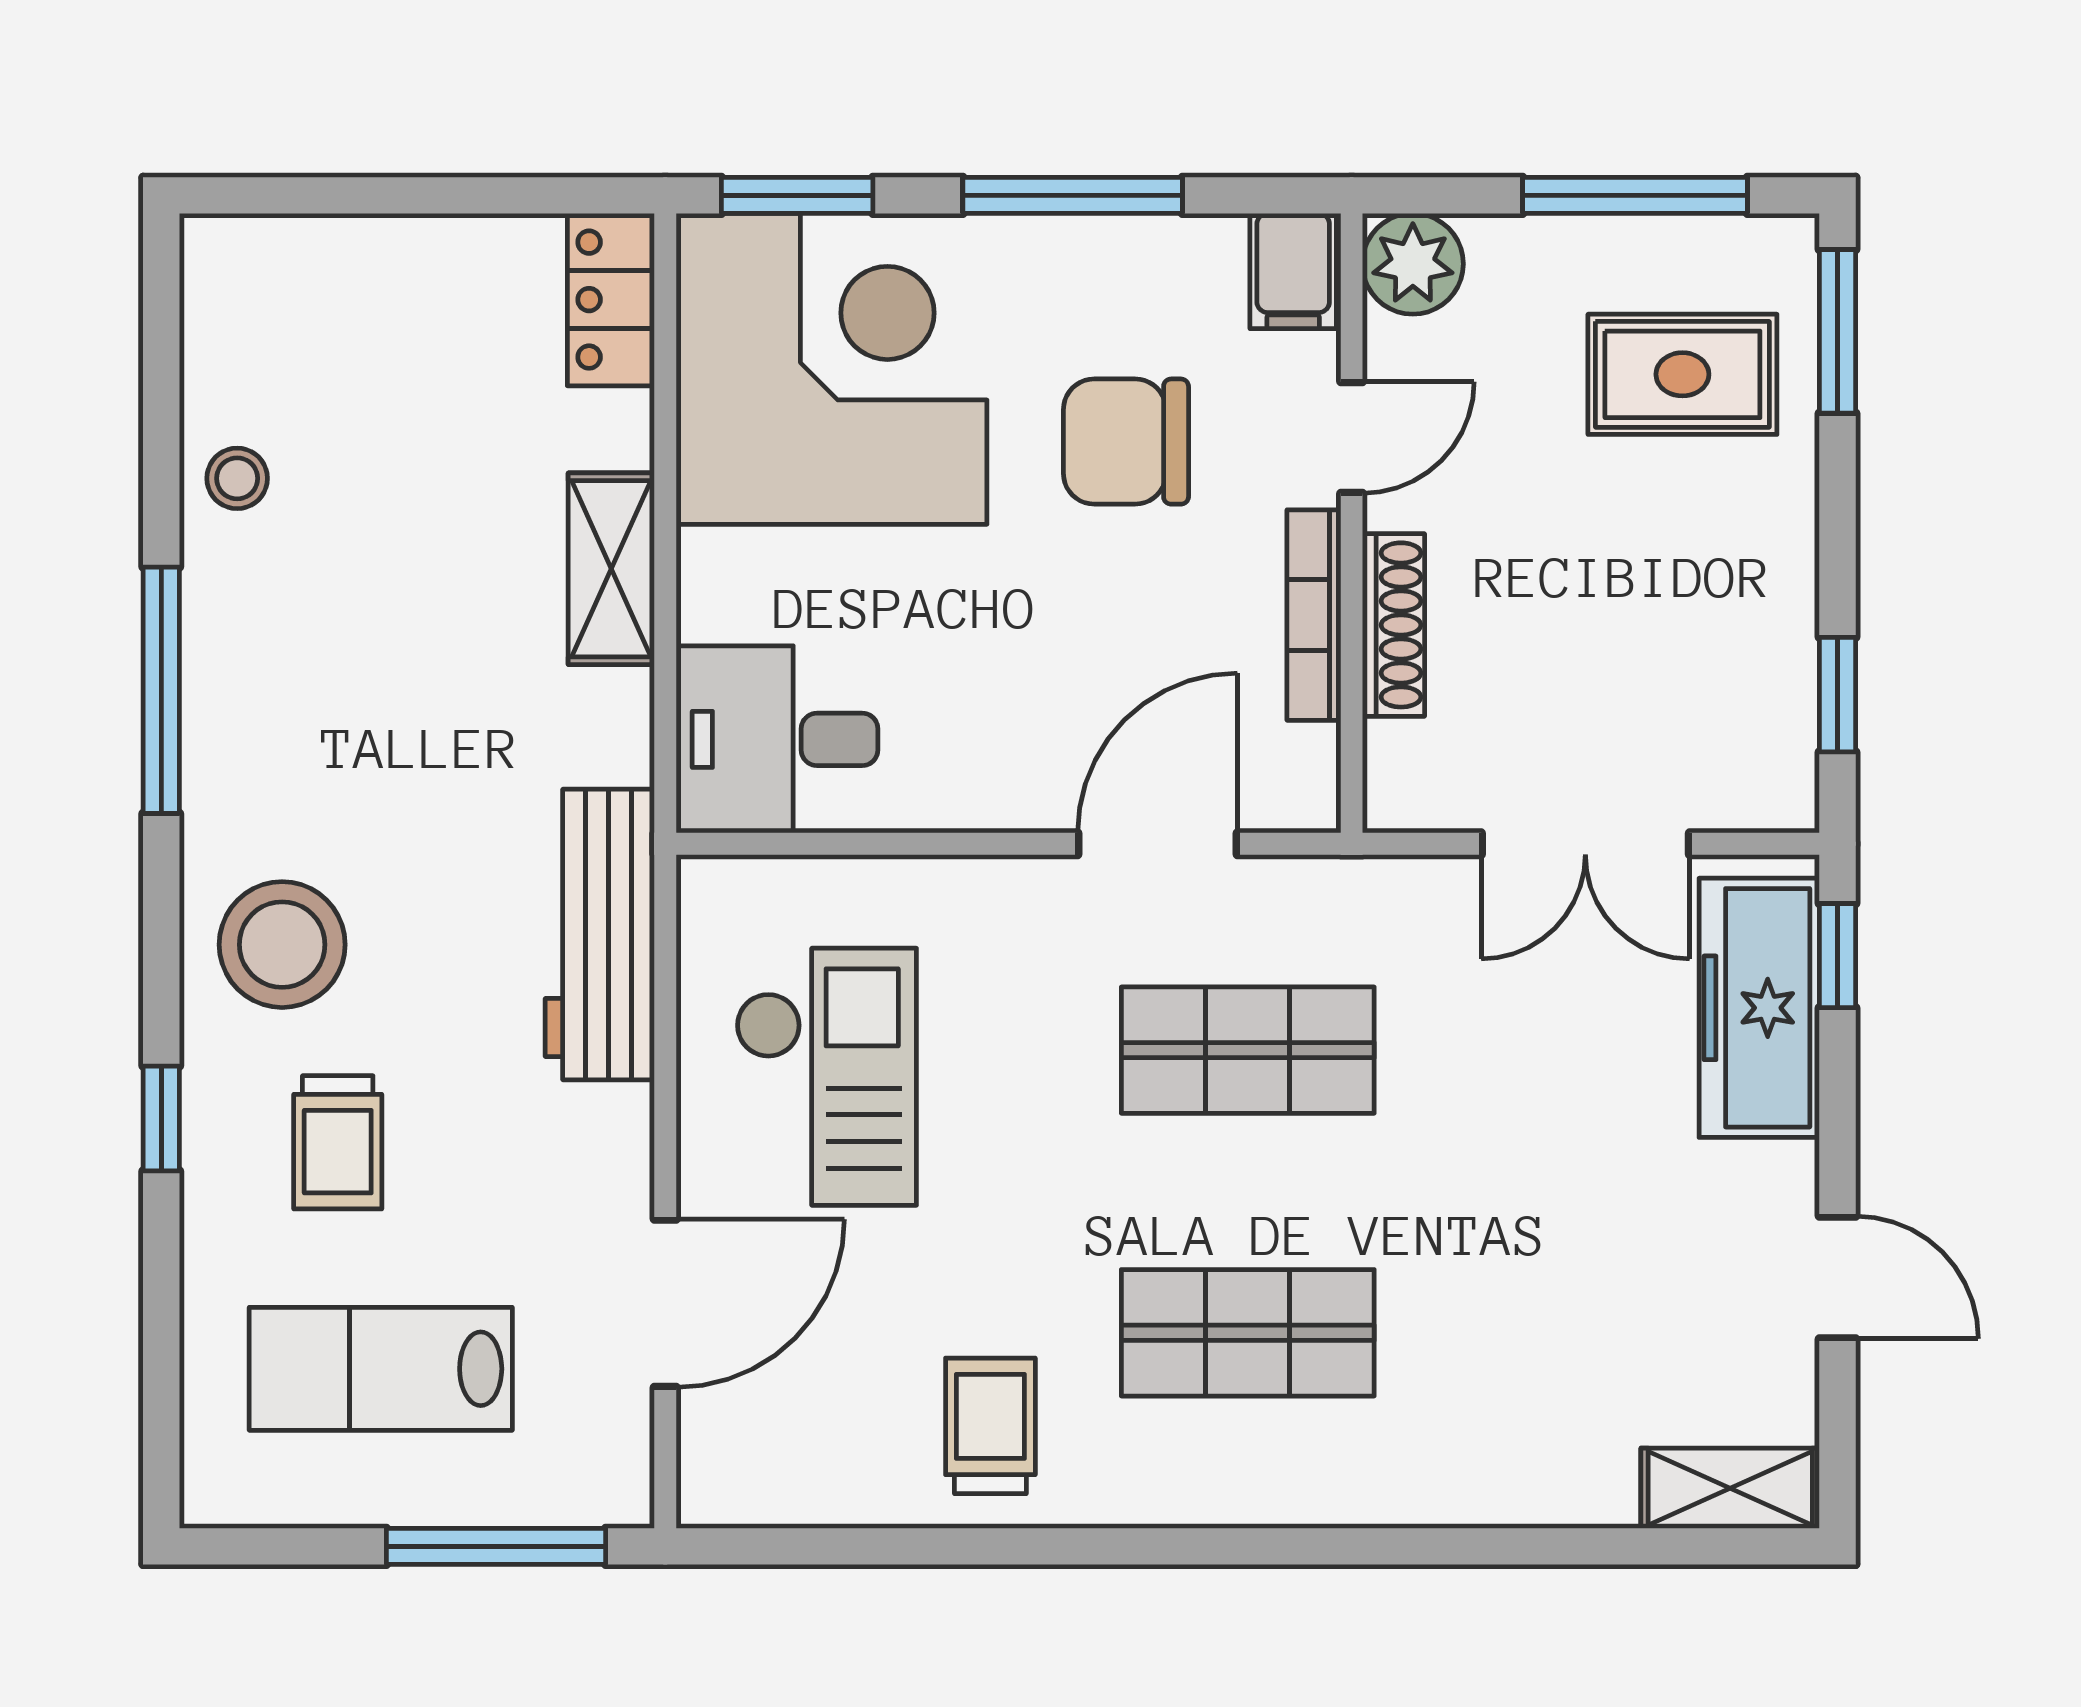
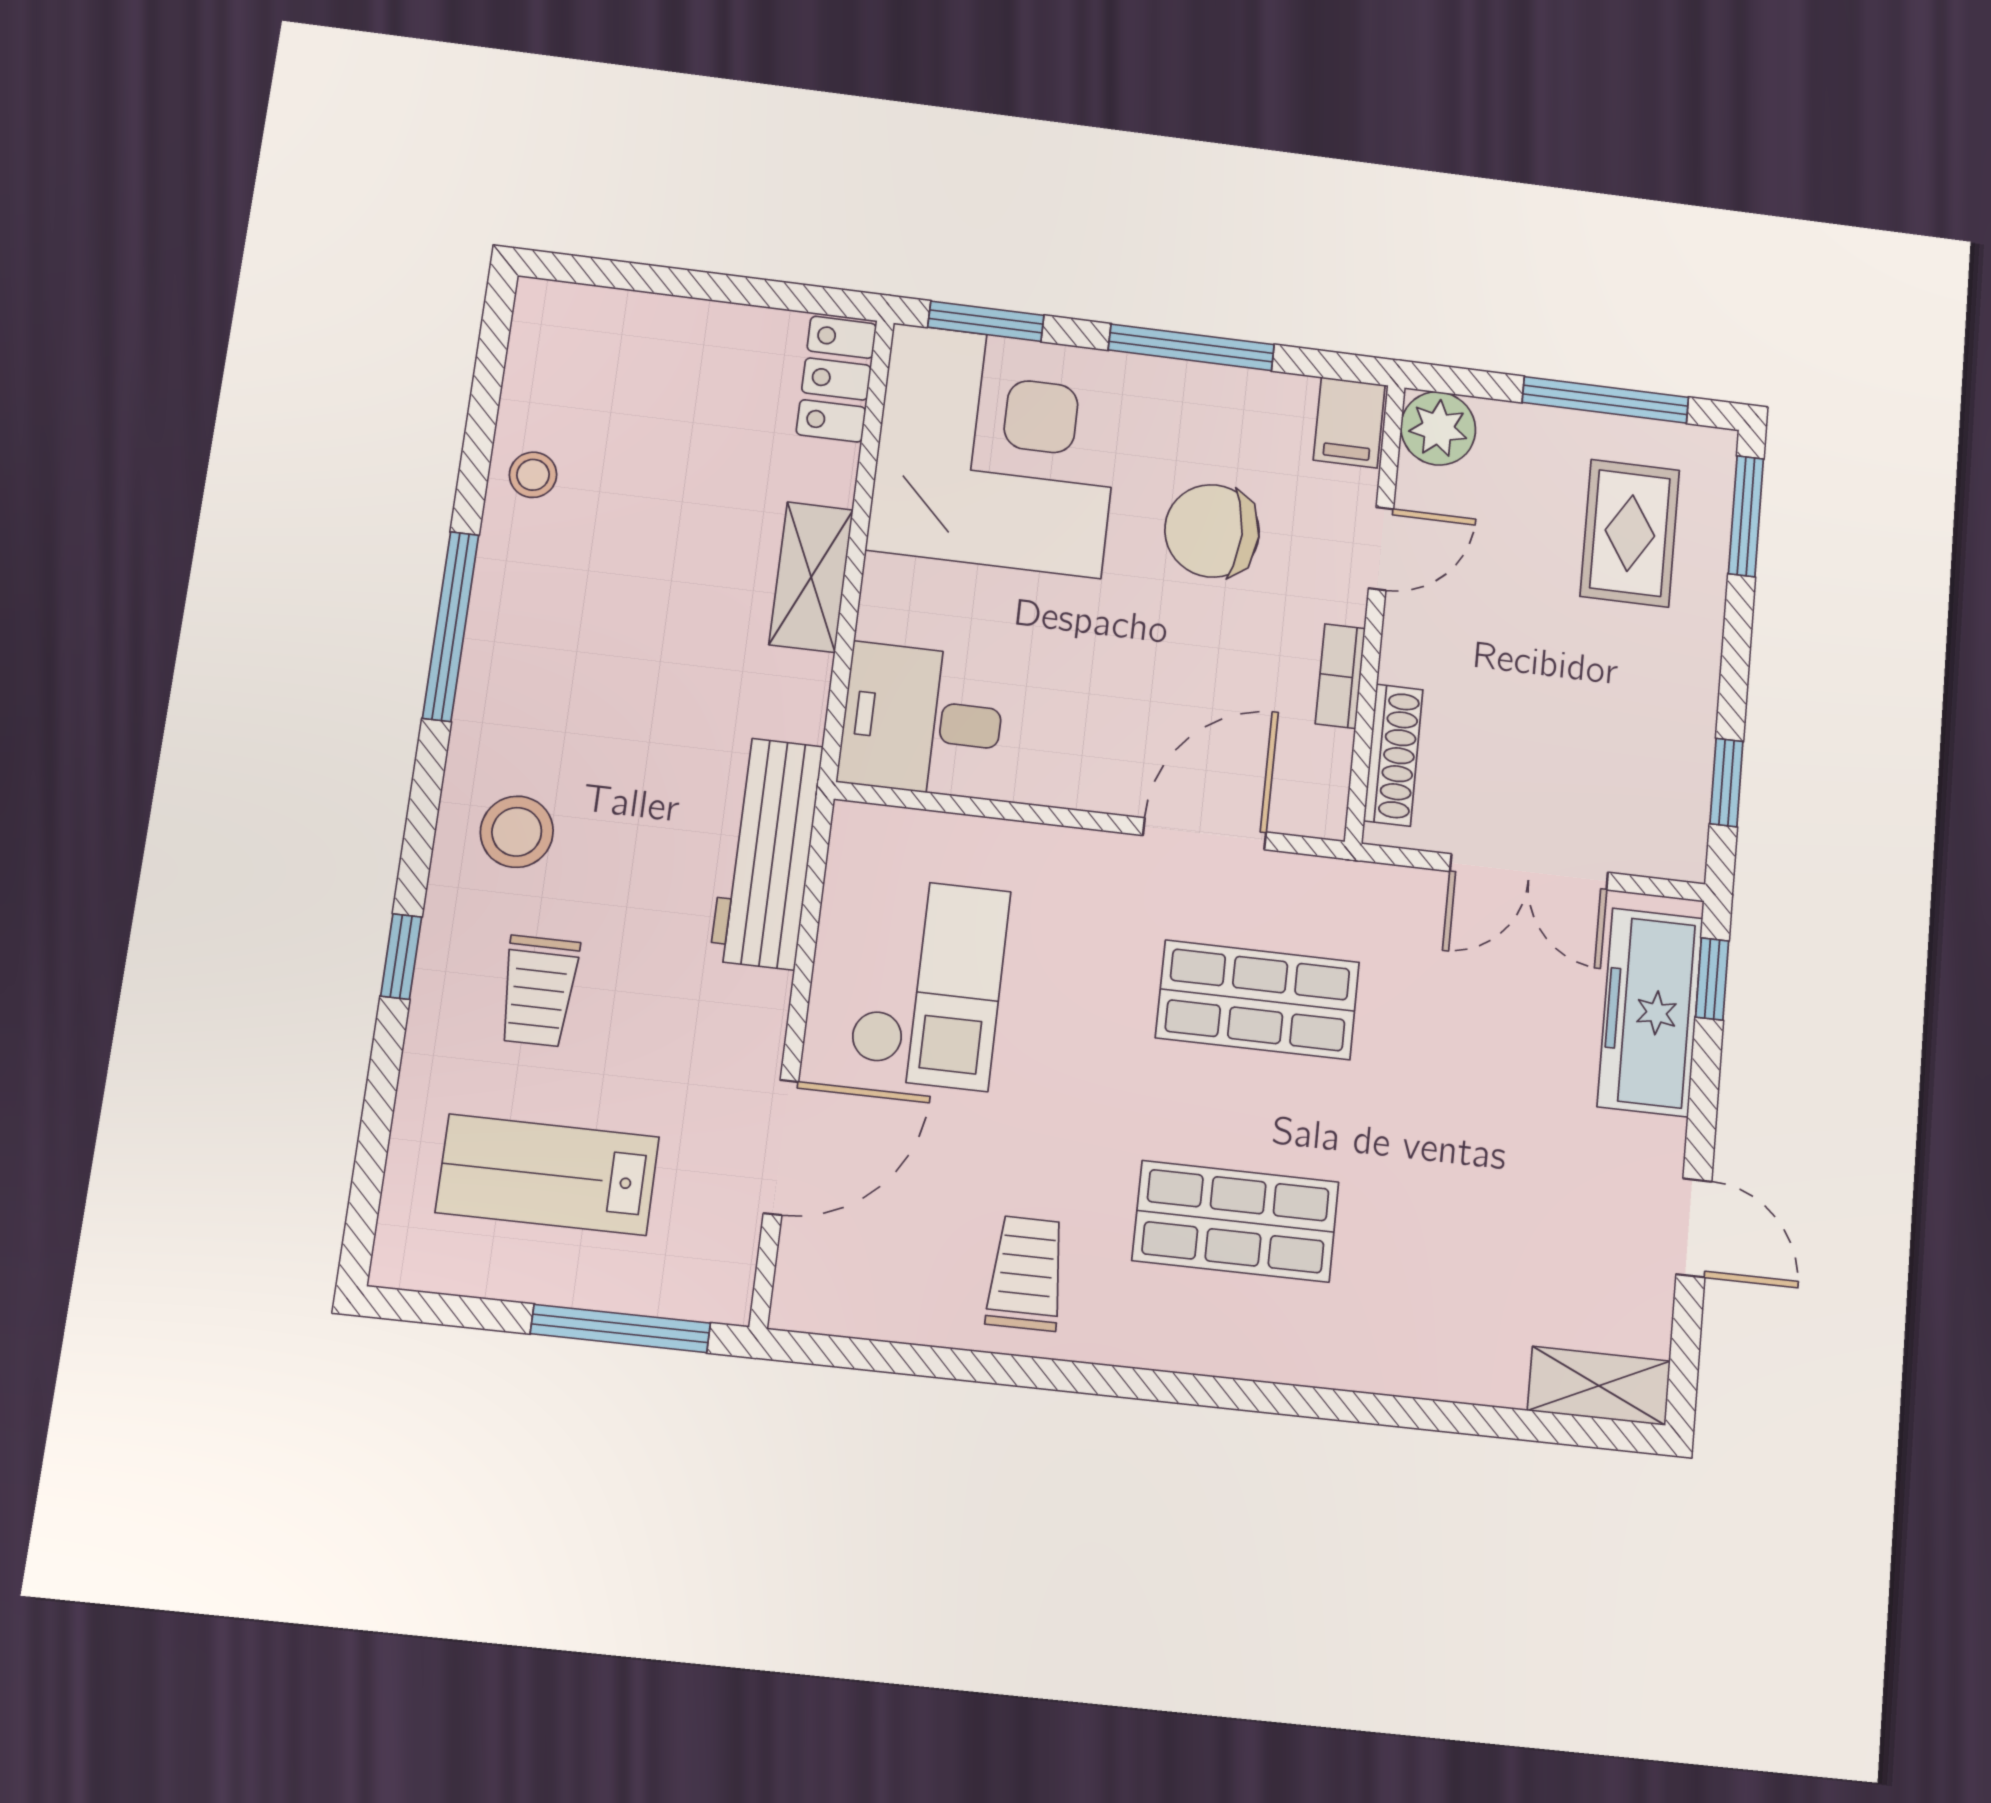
rug: (1682, 374) -> (1630, 533), turned 90
bookcase: (1314, 615) -> (1340, 676), width x0.64
shoe rack: (1393, 625) -> (1393, 755), moved
stool: (282, 945) -> (517, 832), width x0.73, depth x0.73

